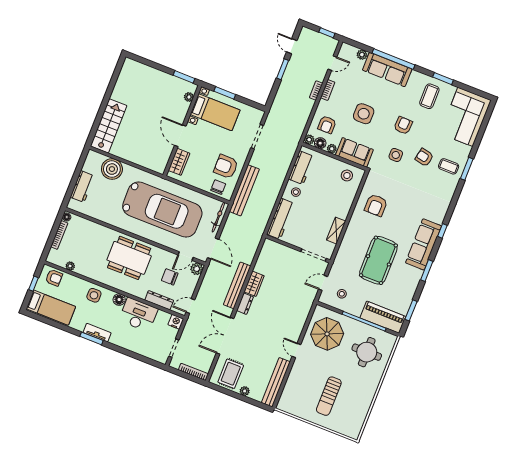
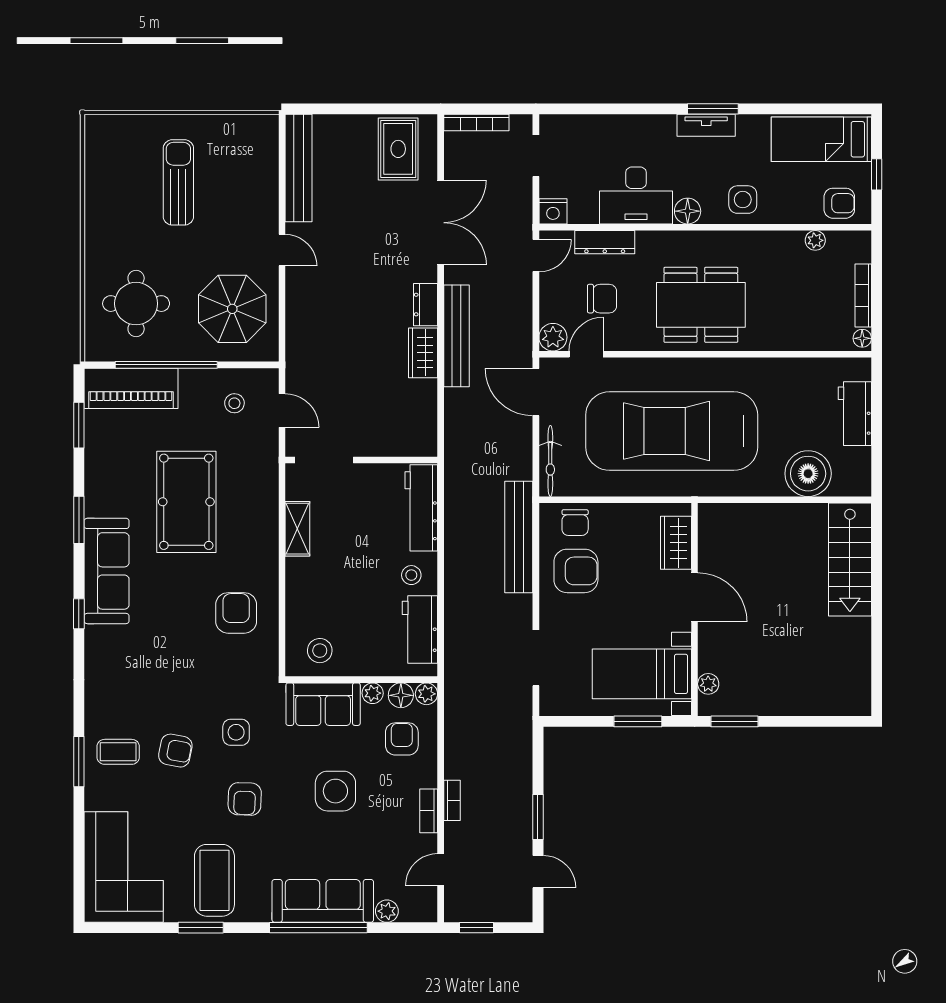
coffee table: (429, 96) -> (214, 880), width x1.36, depth x1.32
armchair: (54, 278) -> (839, 203), turned 180
door: (323, 283) -> (282, 411), hinge flipped
plant: (245, 391) -> (356, 125), removed

